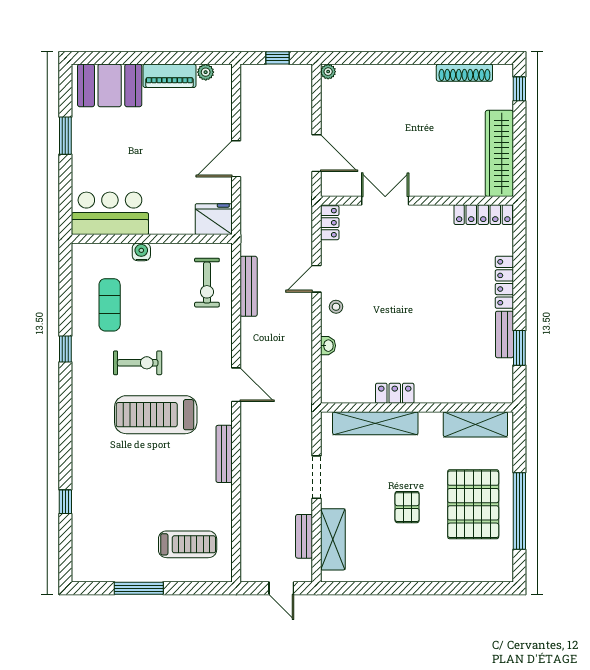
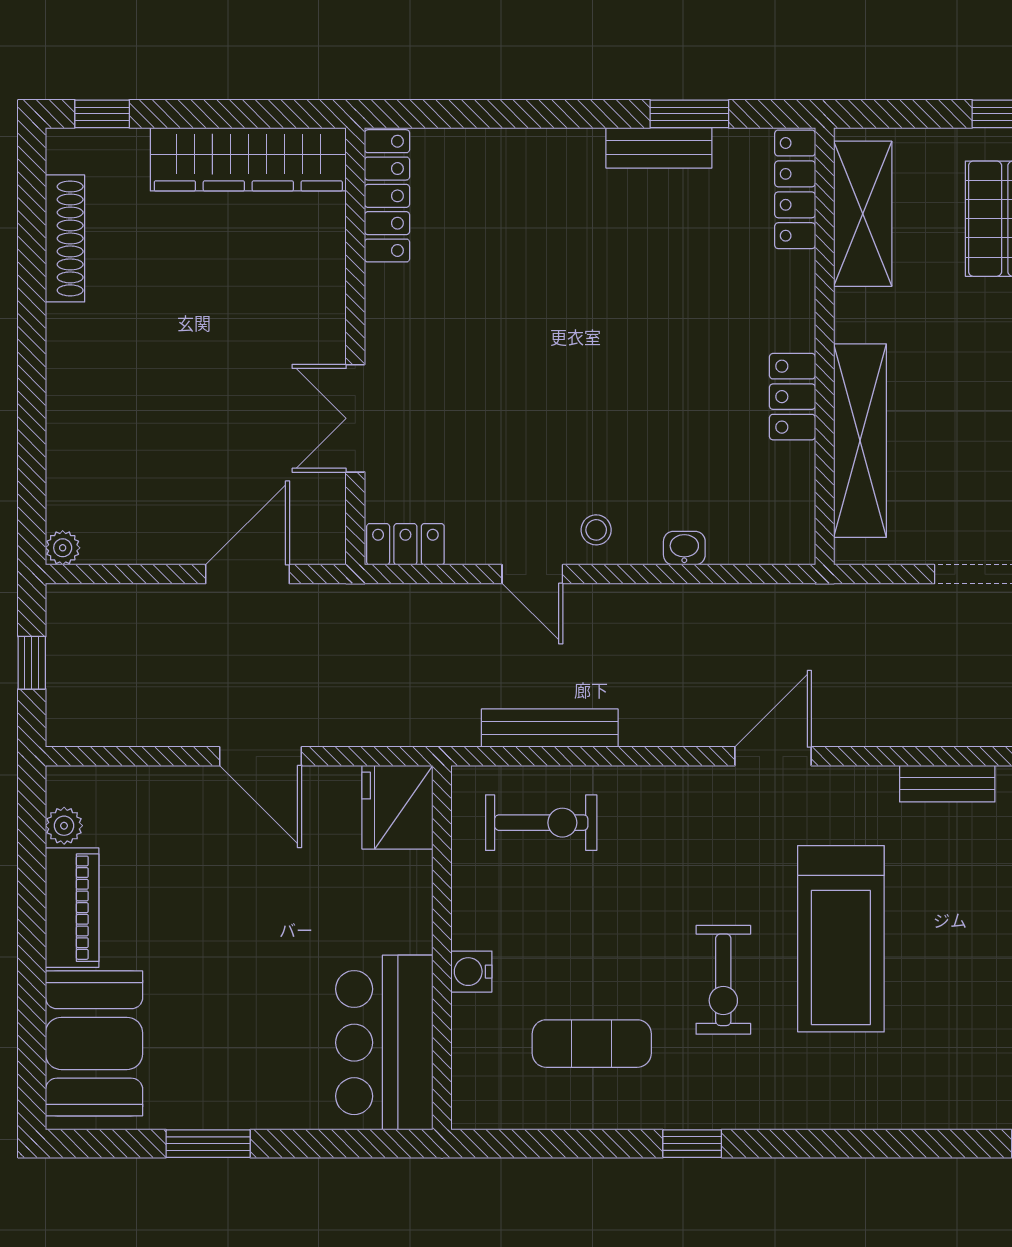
locker: (504, 282) -> (795, 189), moved, turned 90
exercise bike: (138, 363) -> (723, 980), turned 180
bench: (224, 454) -> (947, 784), width x0.73

